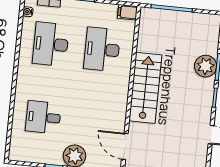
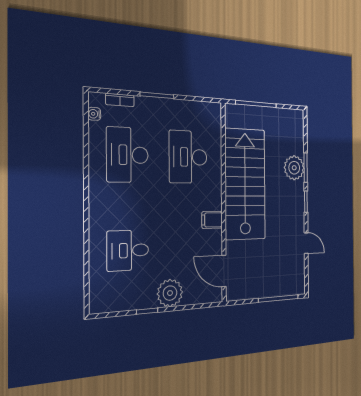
filing cabinet: (127, 12) -> (212, 220), moved
stairs: (145, 88) -> (245, 184), width x1.36, depth x1.51

